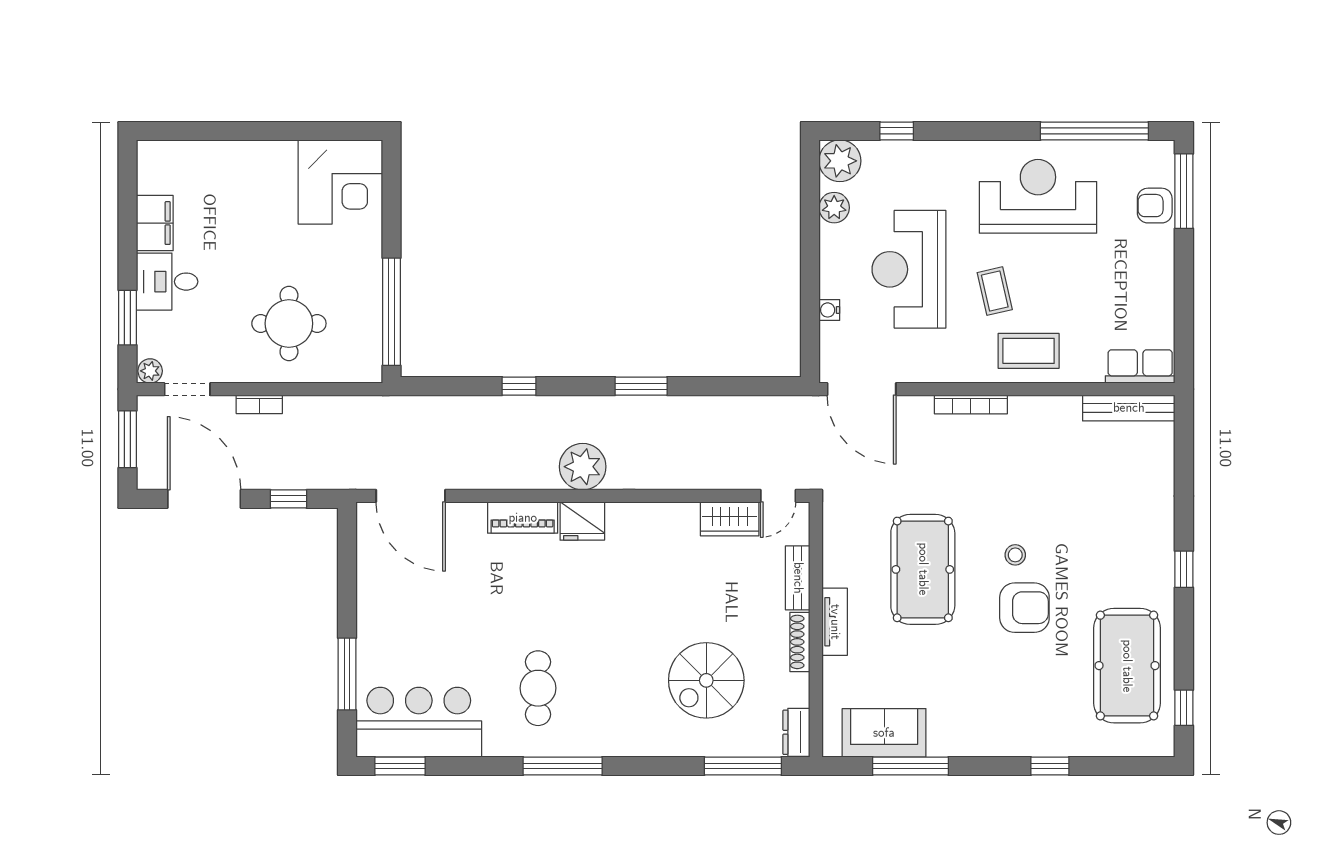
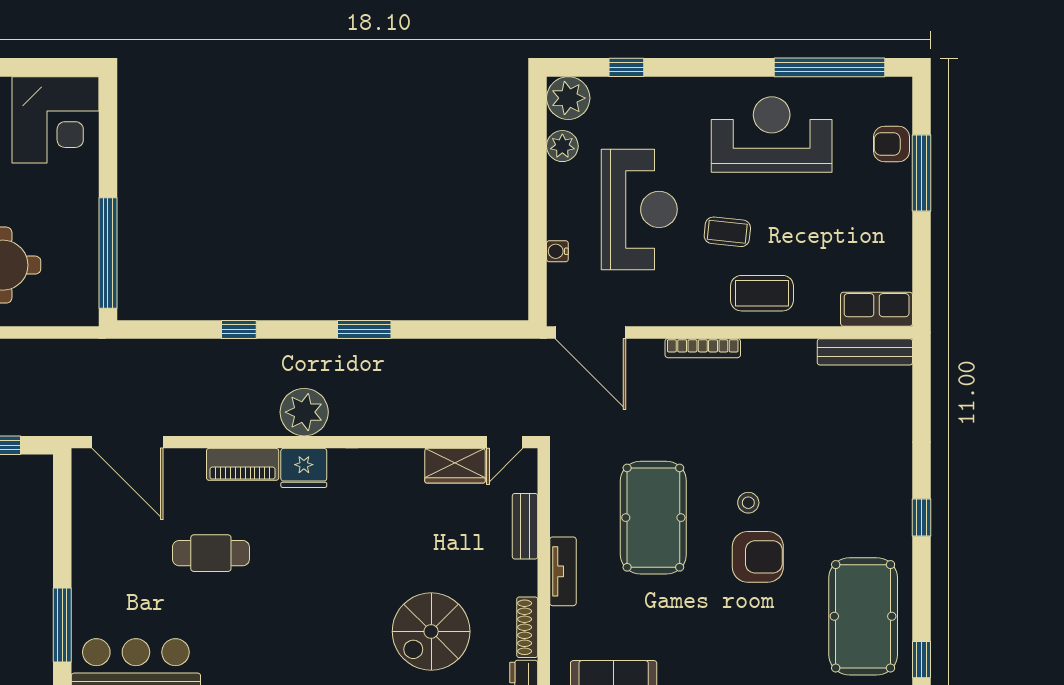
window: (1184, 191) -> (921, 173), moved
reception desk: (909, 269) -> (639, 209), turned 180
coffee table: (995, 291) -> (727, 232), turned -71
shoe rack: (800, 642) -> (527, 627), moved
cafe table: (538, 688) -> (211, 553), moved, turned 90

